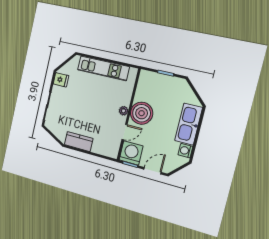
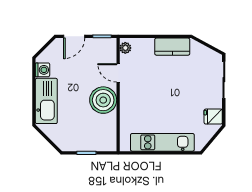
plant: (124, 111) -> (125, 48), moved
door: (125, 132) -> (118, 73), hinge flipped
washing machine: (131, 153) -> (104, 50), removed

